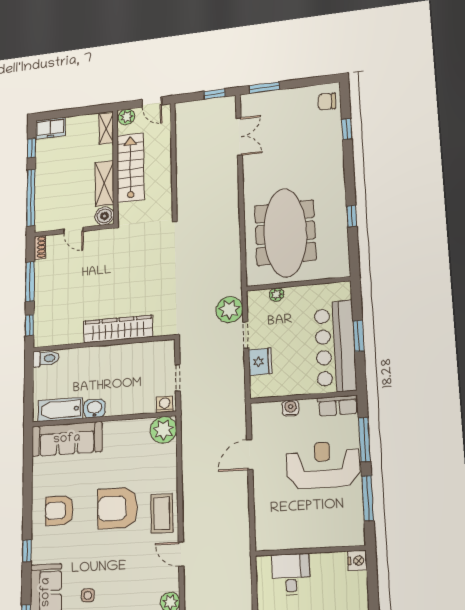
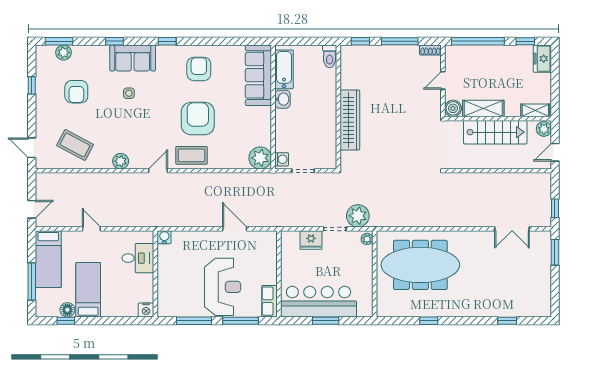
chair: (327, 102) -> (535, 305), removed
plant: (276, 295) -> (367, 239), moved
water cooler: (290, 408) -> (164, 237), moved, turned -90

